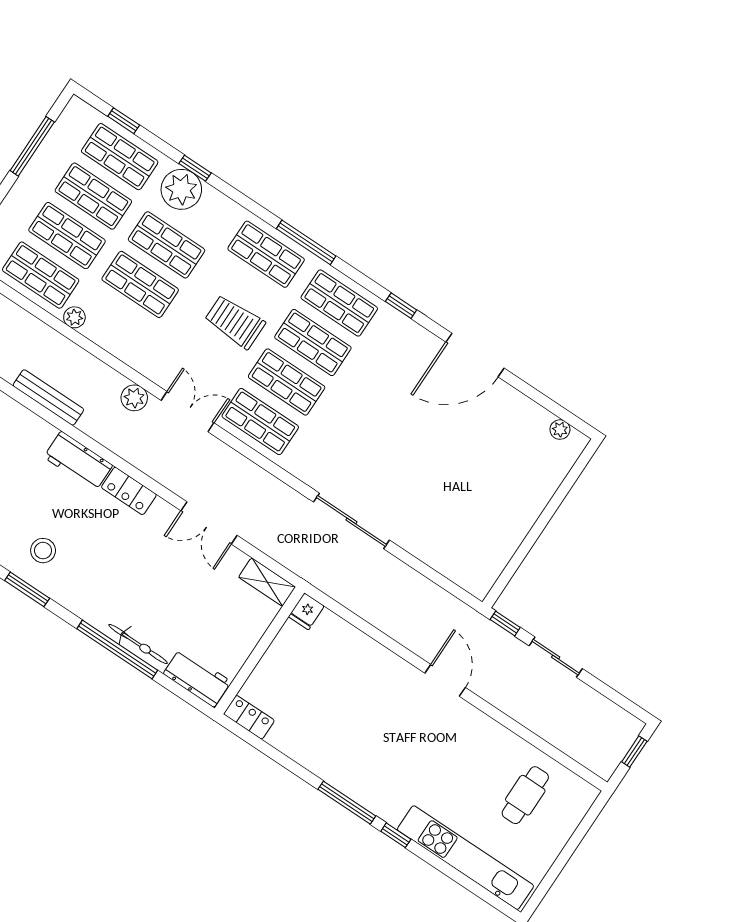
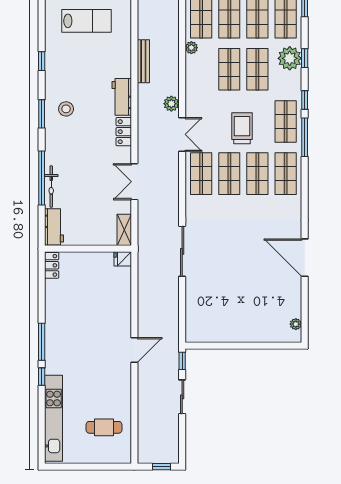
window: (401, 306) -> (305, 100), moved

